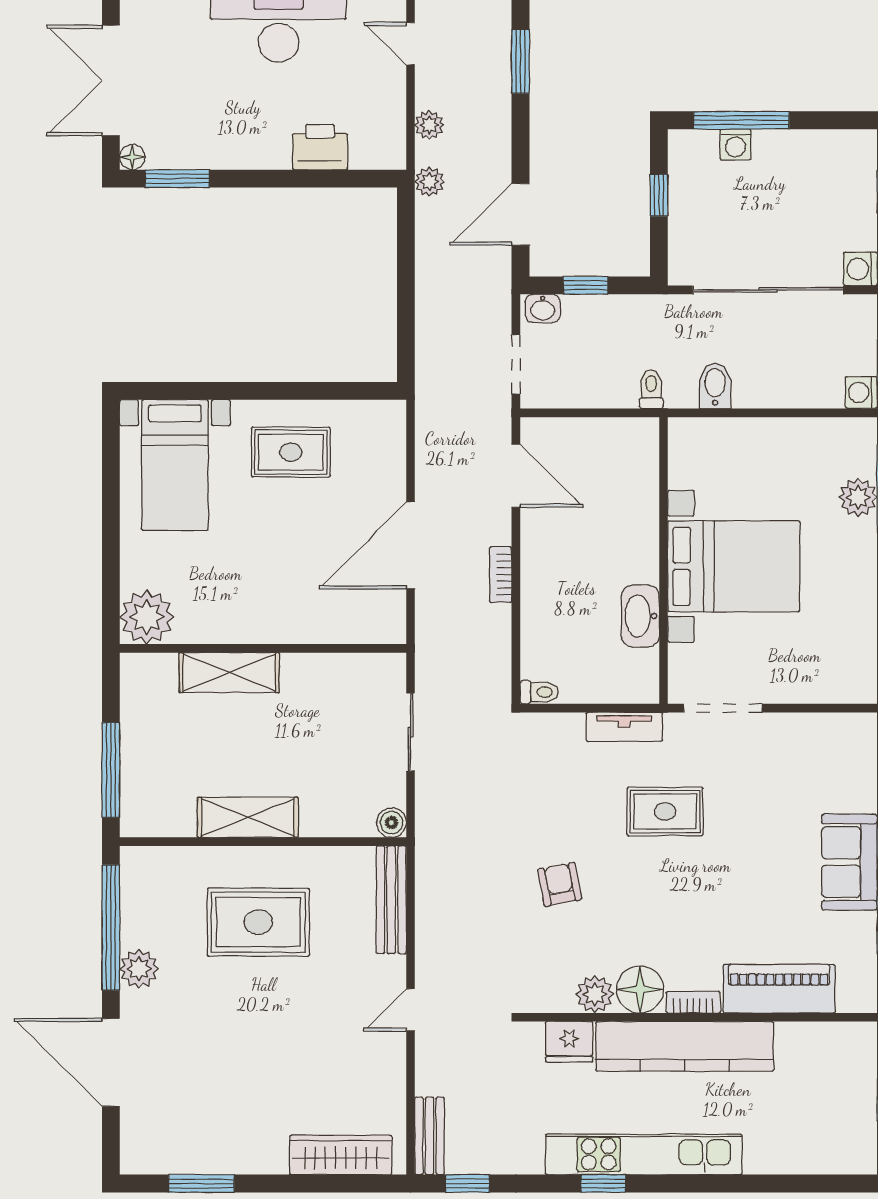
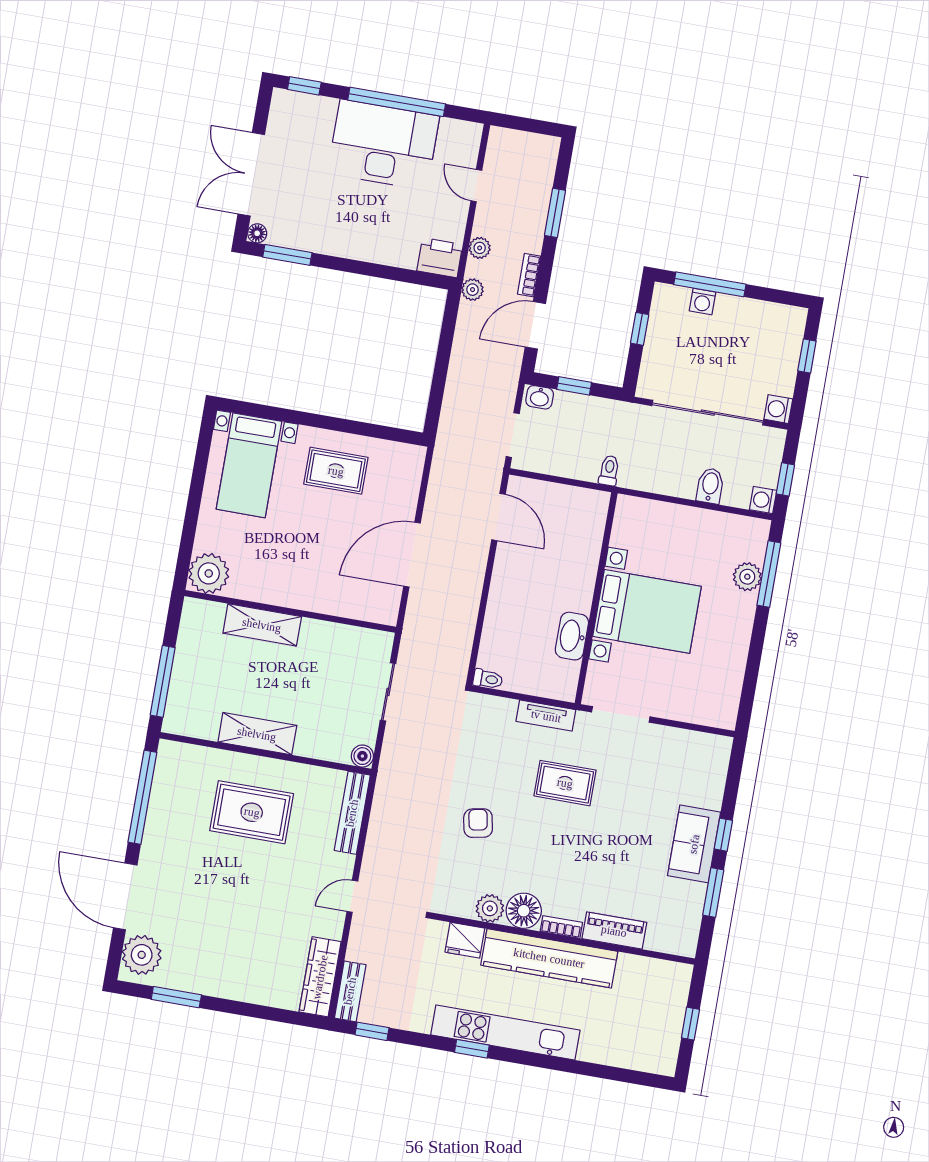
printer: (320, 147) -> (440, 258), moved
bidet: (715, 386) -> (710, 486), moved
bookcase: (501, 574) -> (529, 275), moved
plant: (139, 969) -> (142, 955), moved, width x1.36, depth x1.36
piano: (779, 989) -> (614, 931), width x0.73, depth x0.75
wardrobe: (341, 1155) -> (320, 977), moved, turned -90

